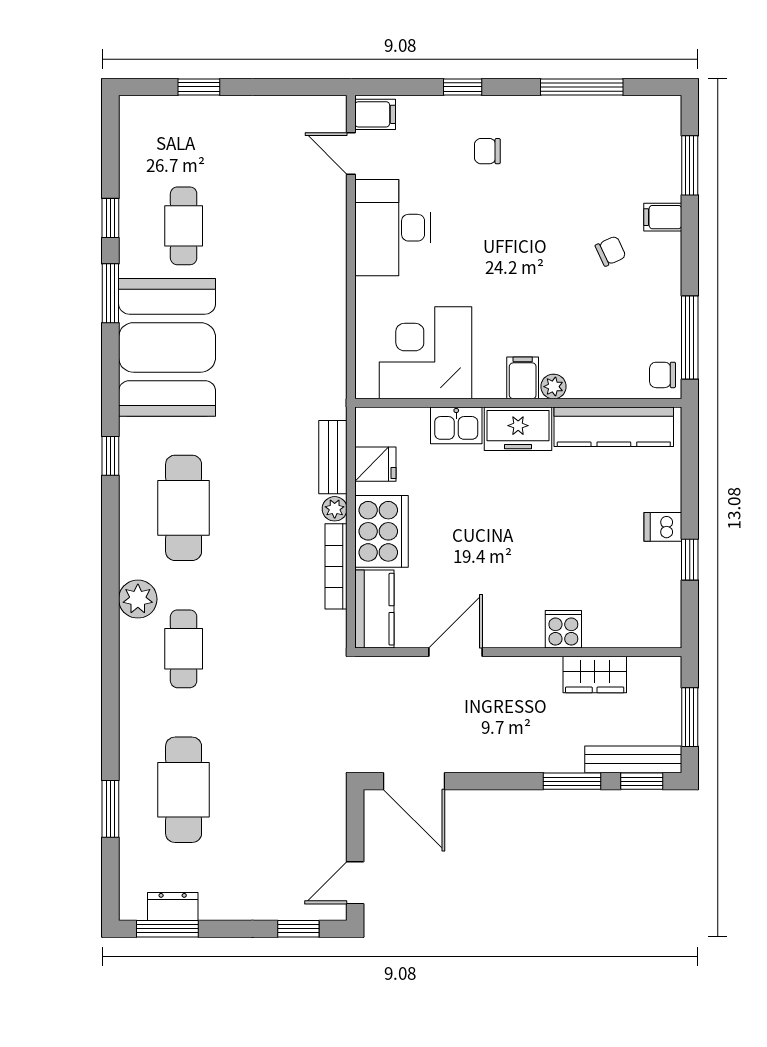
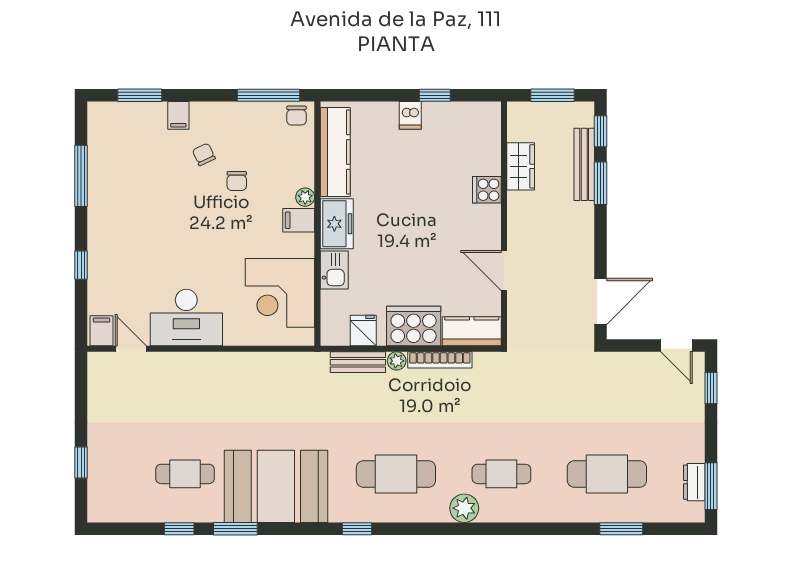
chair: (487, 151) -> (237, 181), moved
door: (351, 153) -> (131, 349), swing flipped
bench: (633, 759) -> (584, 164), moved

